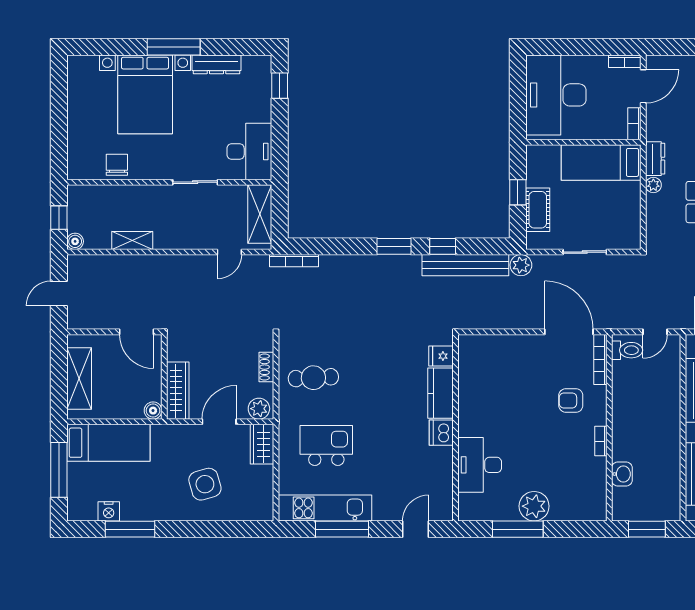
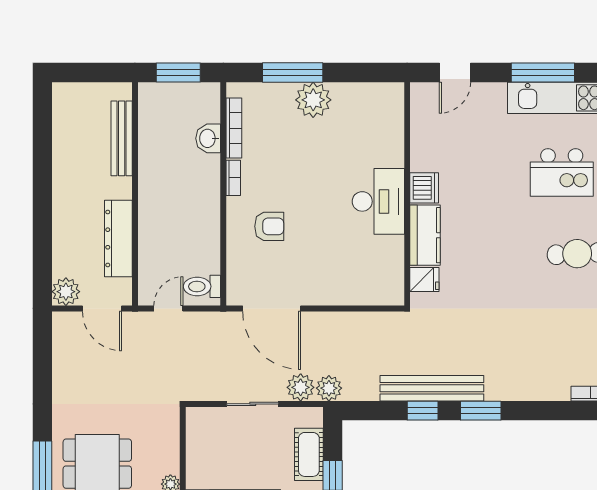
bench: (465, 265) -> (432, 388), moved
plant: (545, 266) -> (301, 387), added
bookcase: (600, 359) -> (234, 128), moved
desk: (480, 465) -> (378, 201), moved
window: (518, 529) -> (293, 73), moved

